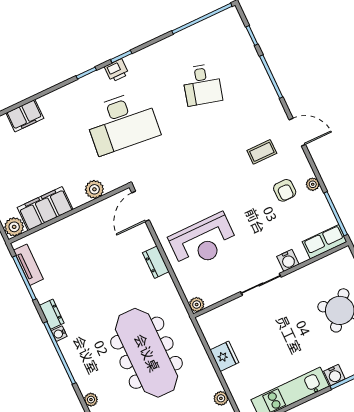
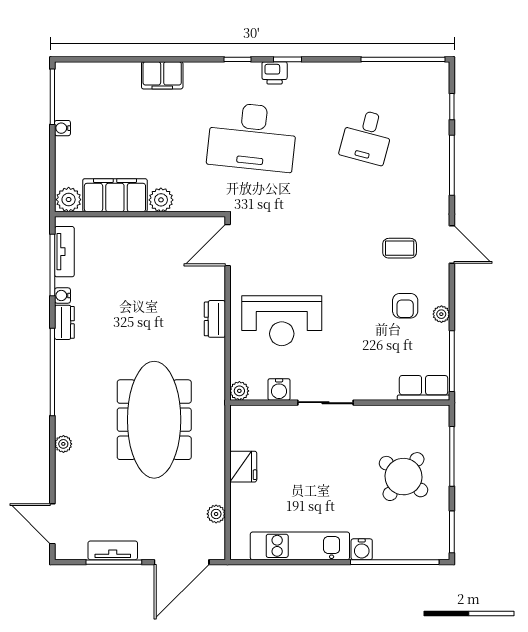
filing cabinet: (25, 116) -> (162, 75), moved
plant: (94, 189) -> (161, 200), moved
water cooler: (288, 260) -> (279, 389), moved
water cooler: (59, 334) -> (62, 295), moved

